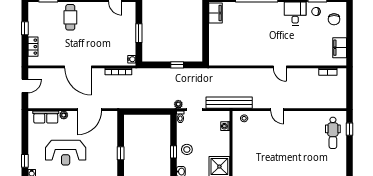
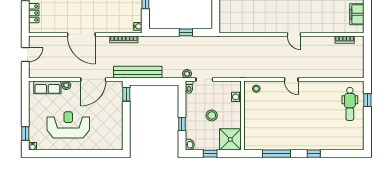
bench: (229, 103) -> (138, 72), moved
stool: (187, 149) -> (212, 115), moved
reception desk: (66, 153) -> (68, 125), turned 180
window: (121, 153) -> (126, 94), moved

